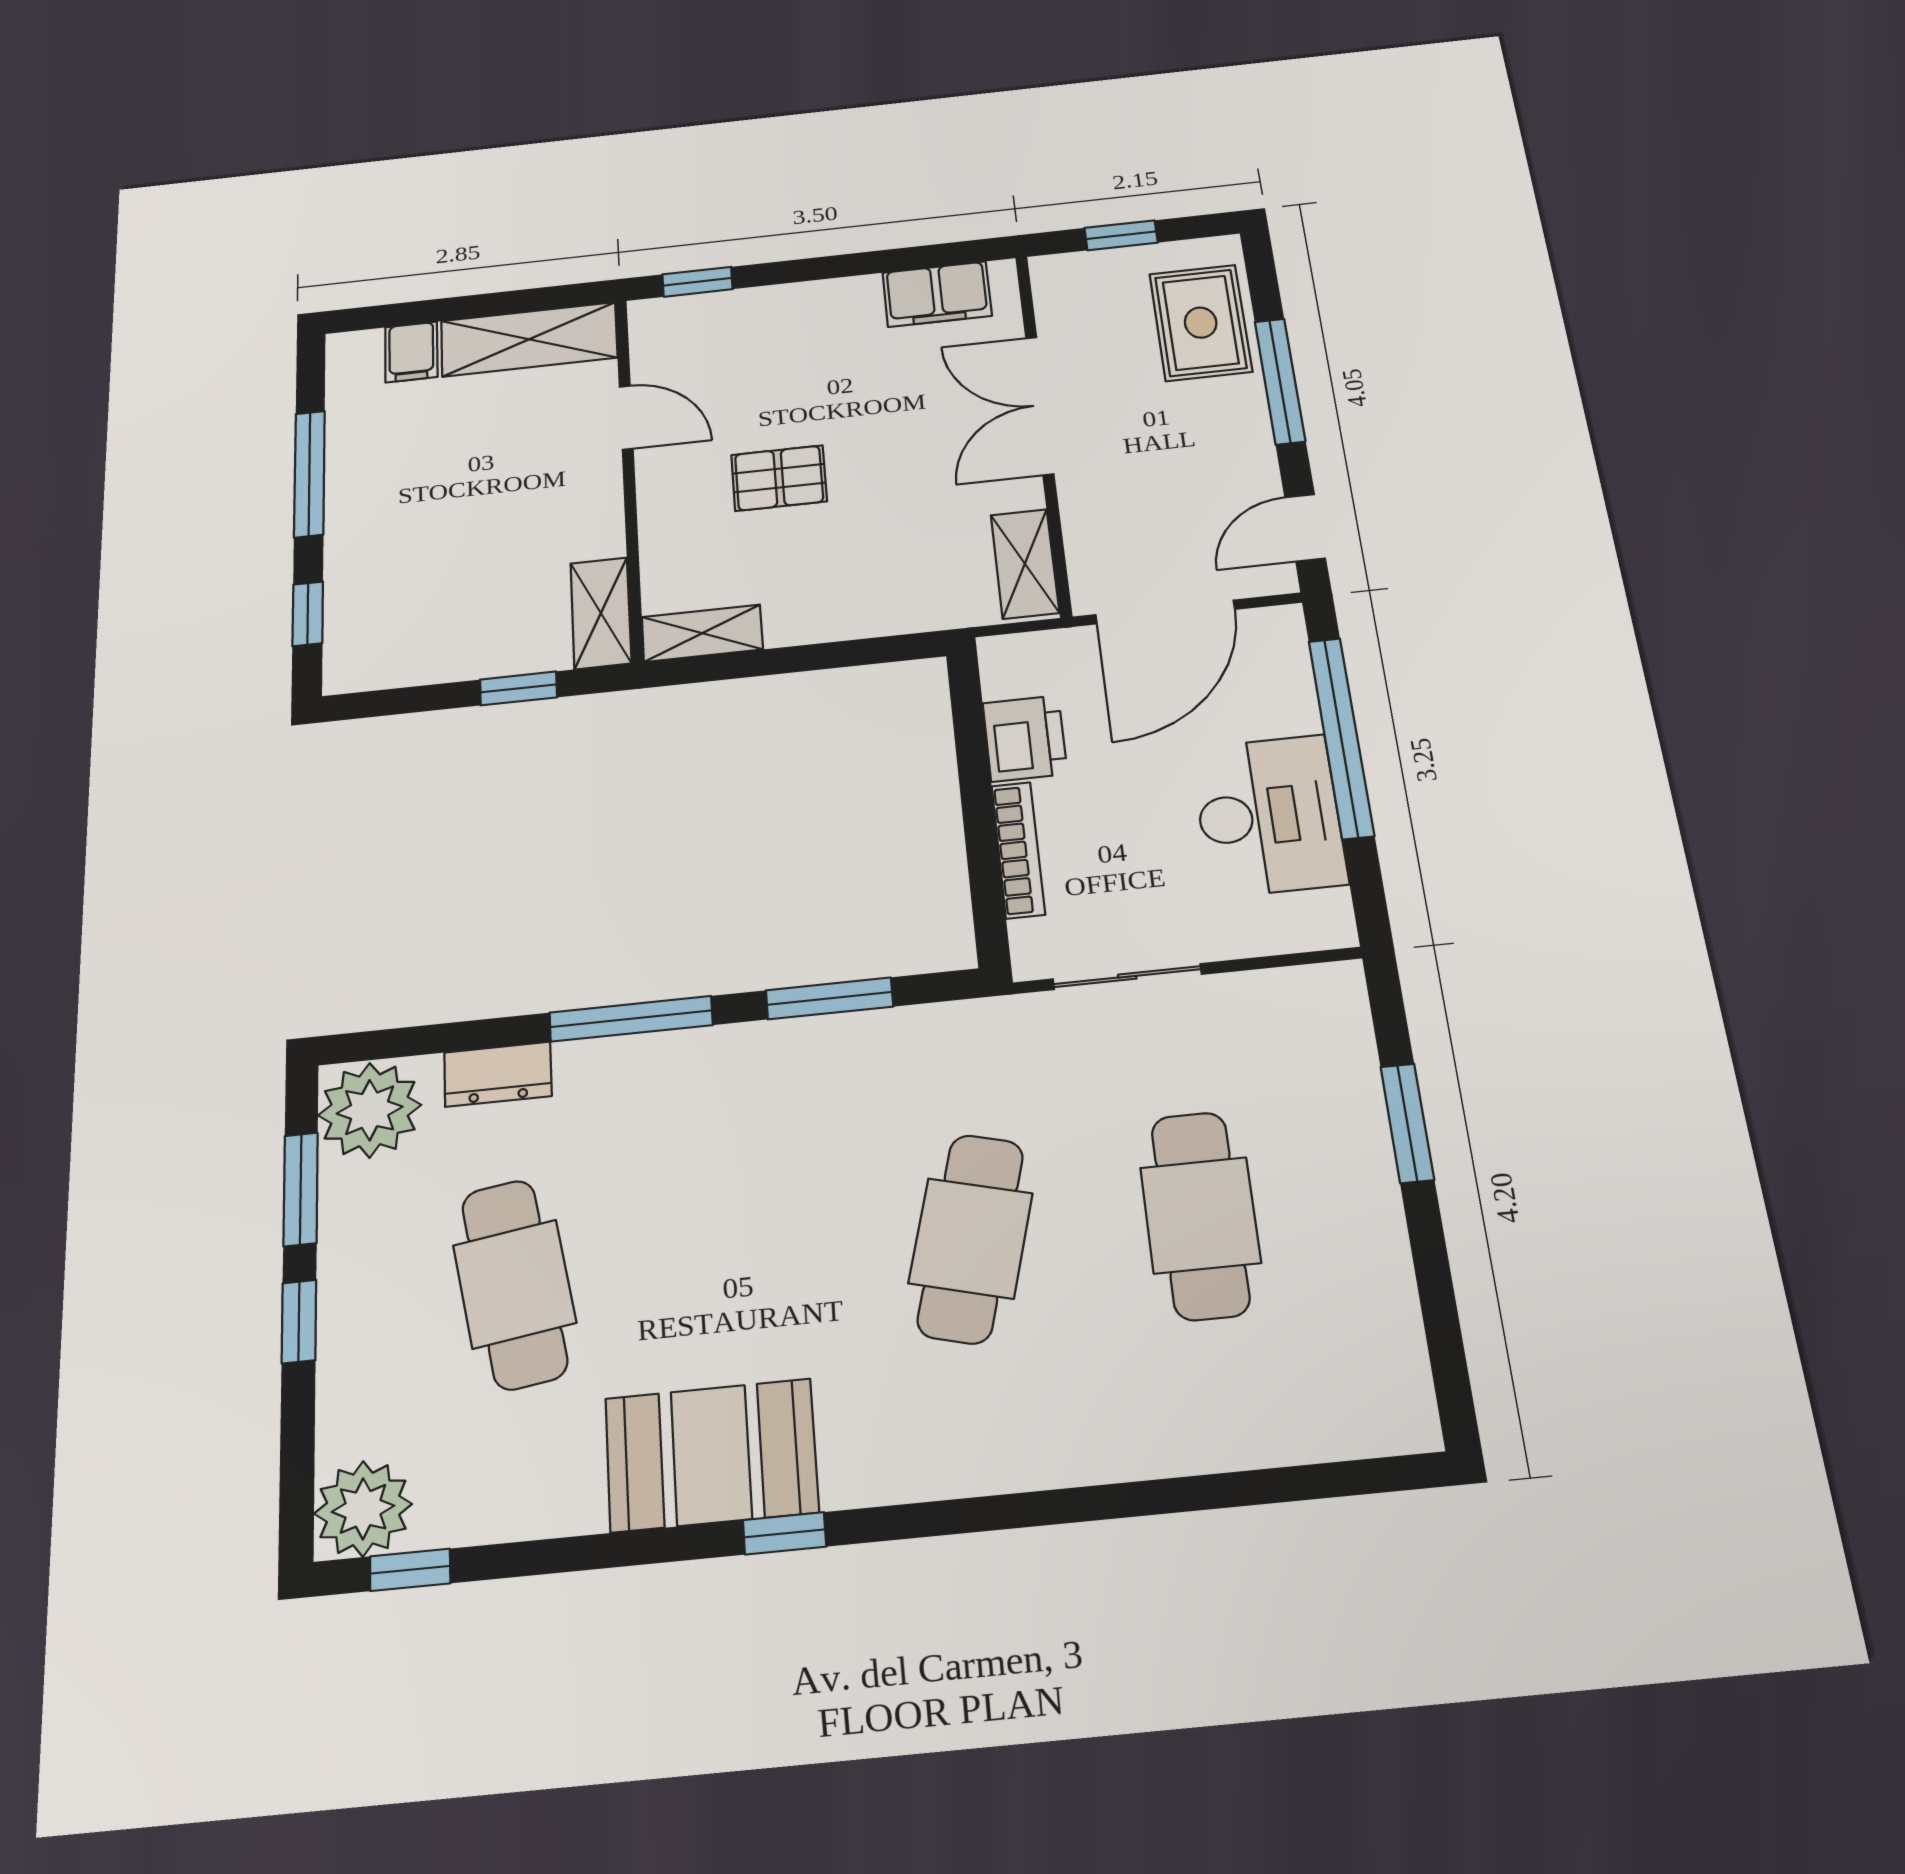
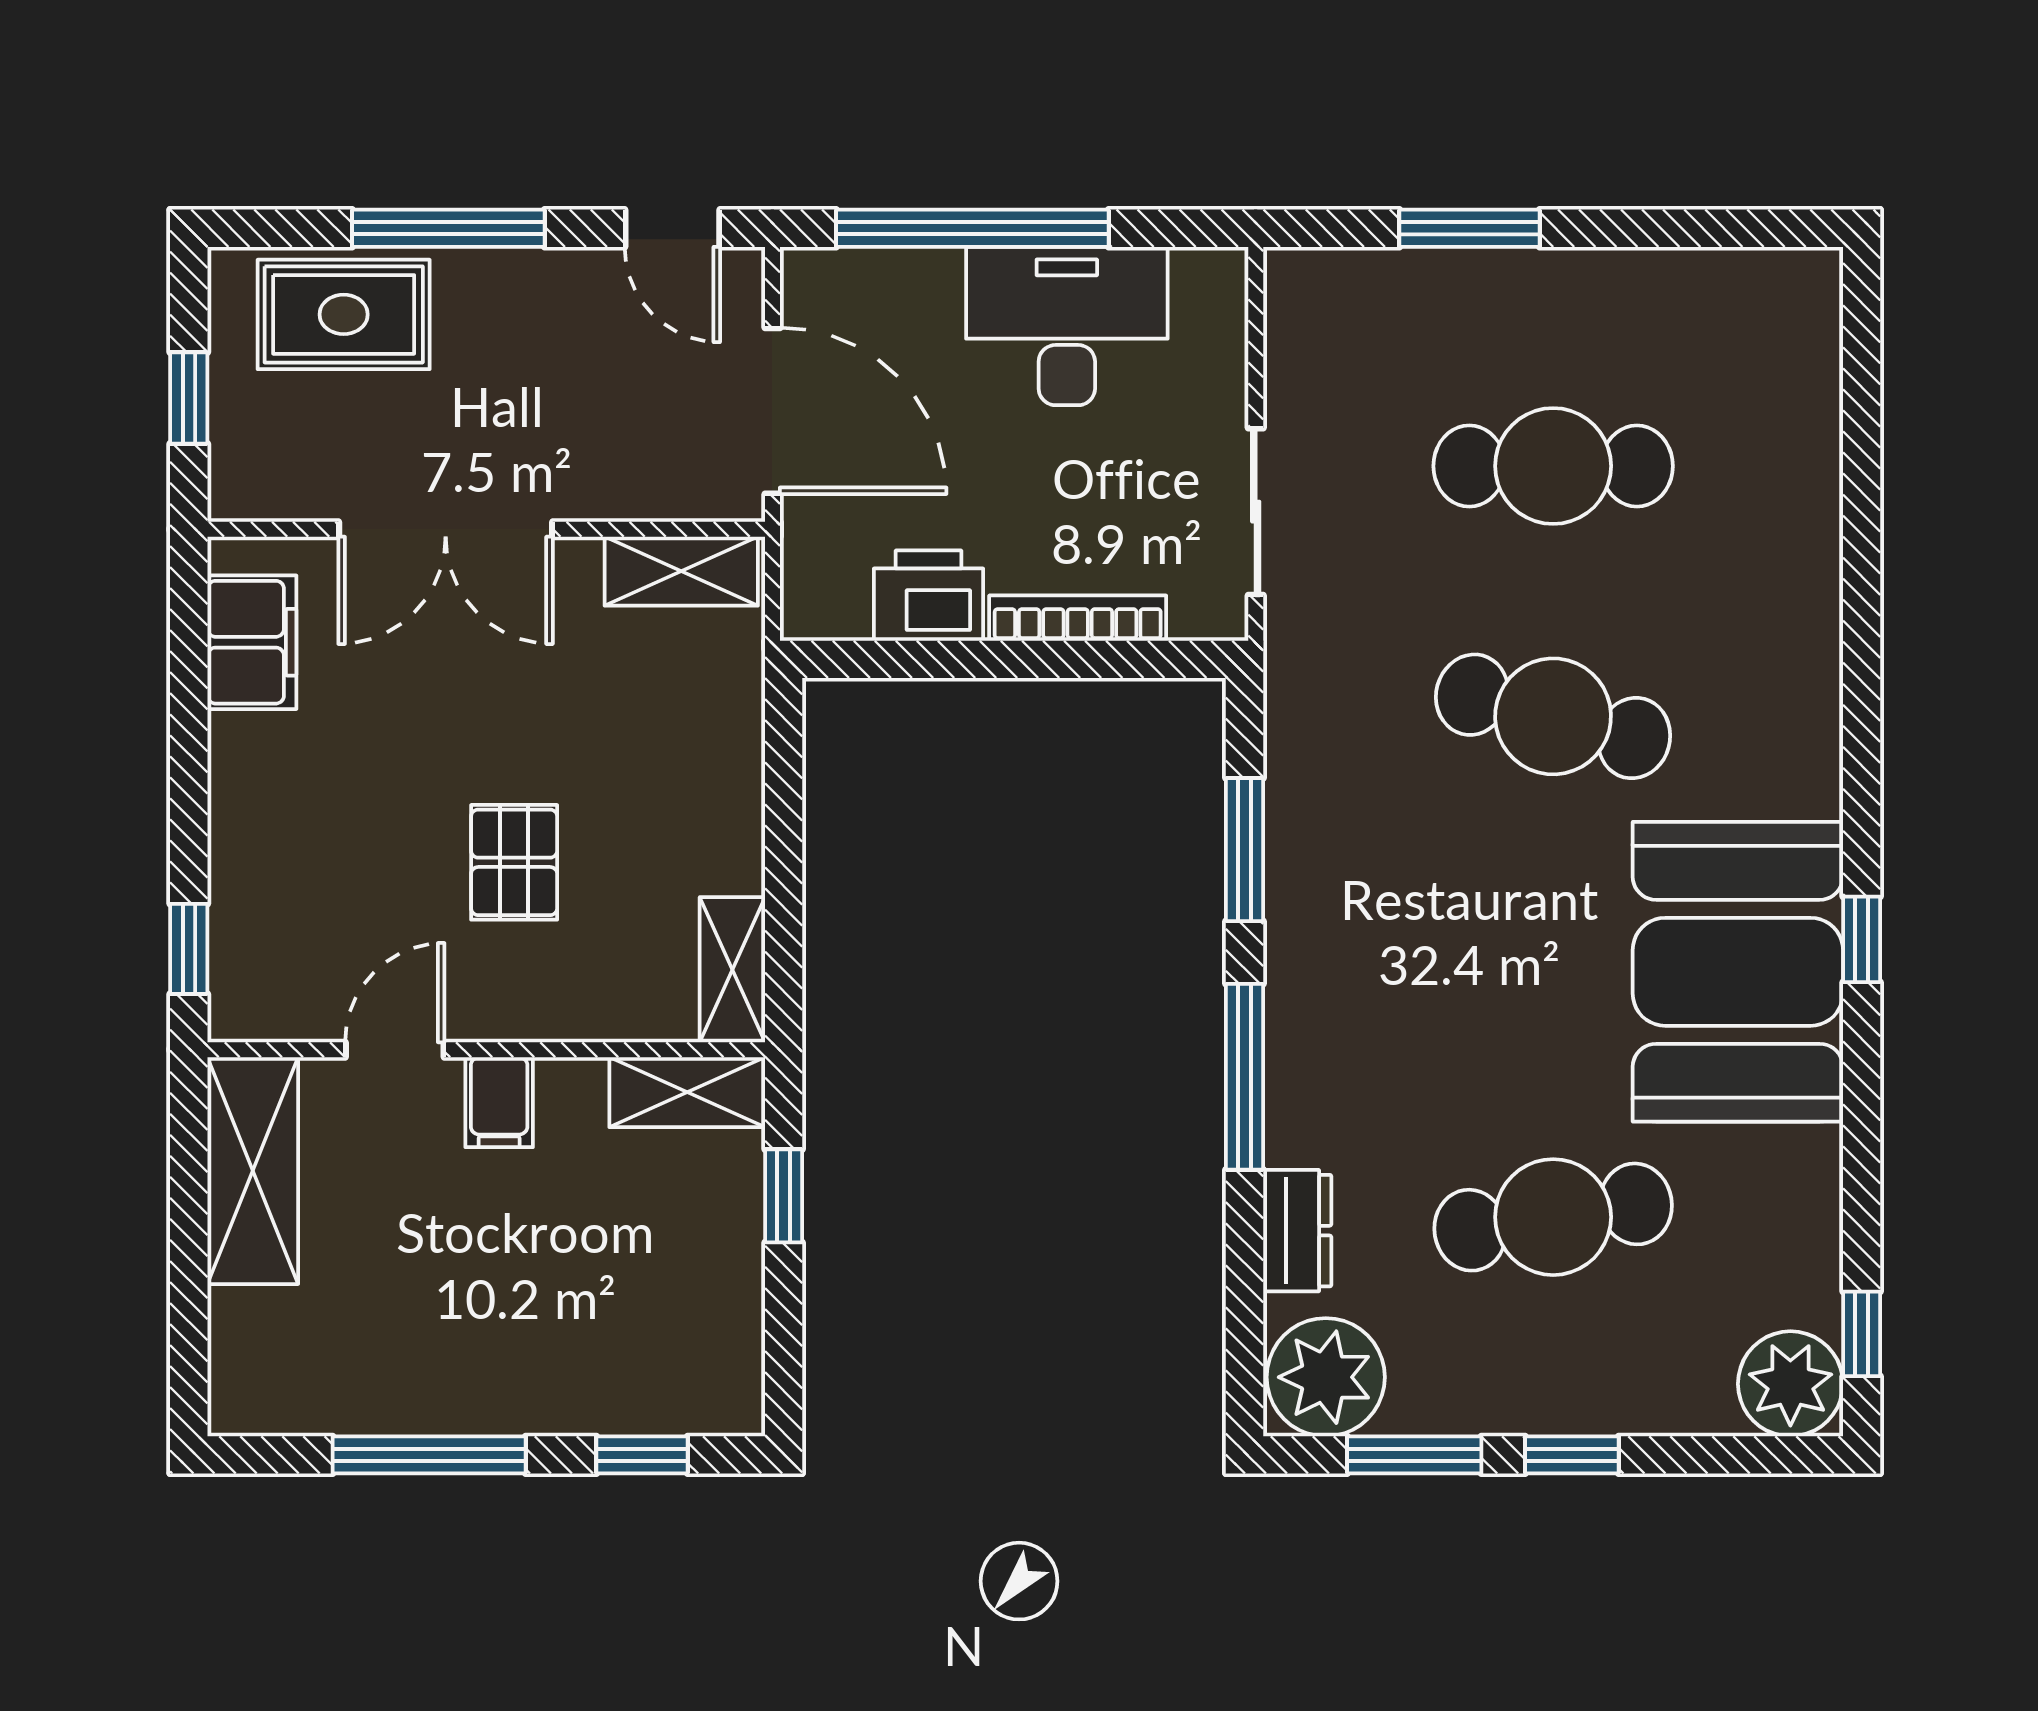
filing cabinet: (411, 352) -> (499, 1102), moved, turned 90
booth: (711, 1455) -> (1738, 972), width x1.36, depth x1.42

